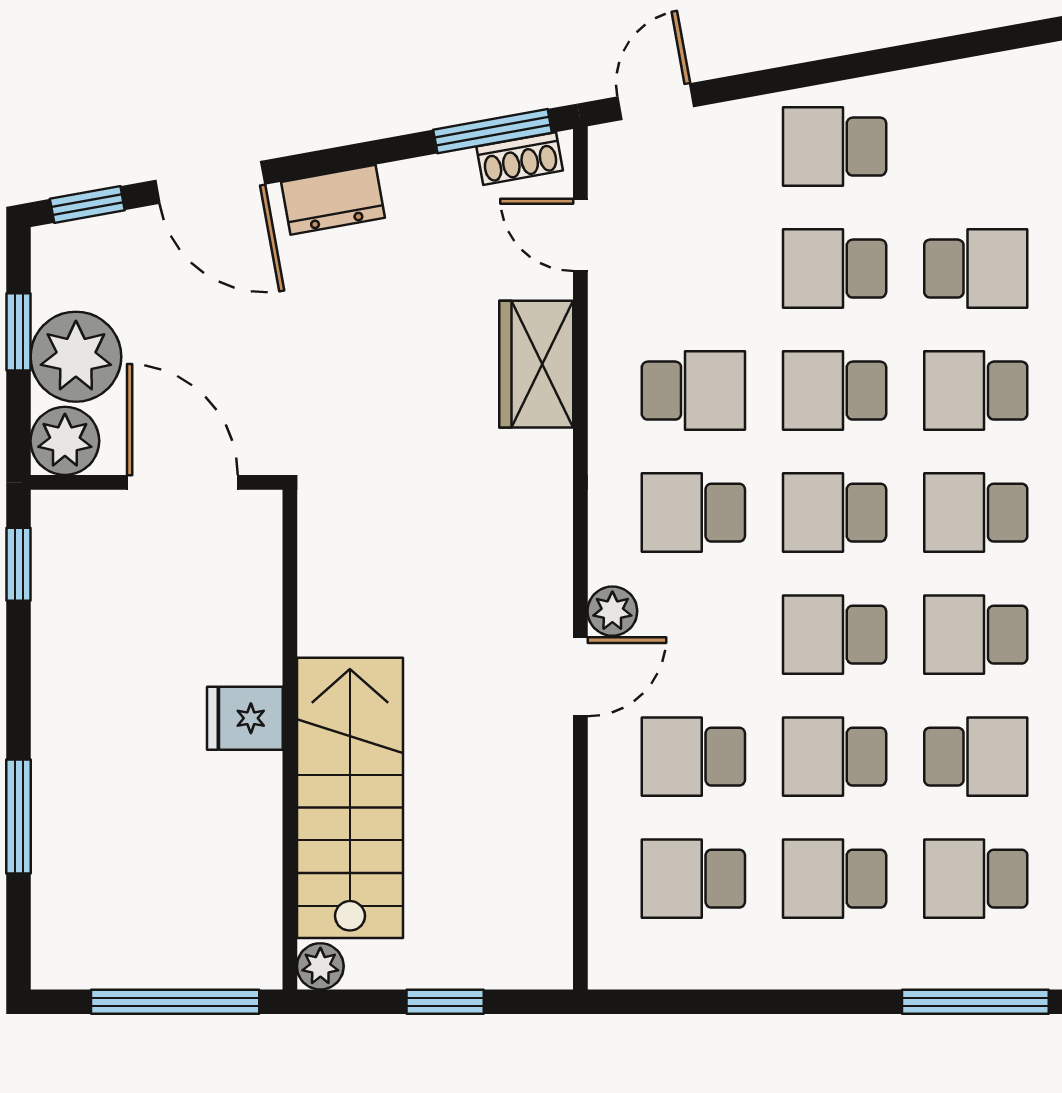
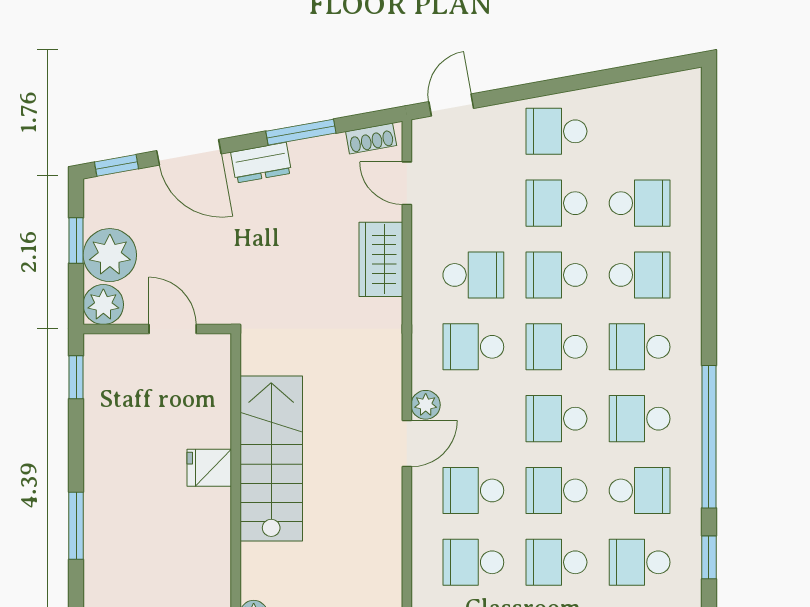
window: (493, 131) -> (301, 132), moved
school desk: (976, 391) -> (640, 275), turned 180
door: (182, 482) -> (173, 329), width x0.73
stairs: (350, 798) -> (271, 459), moved

